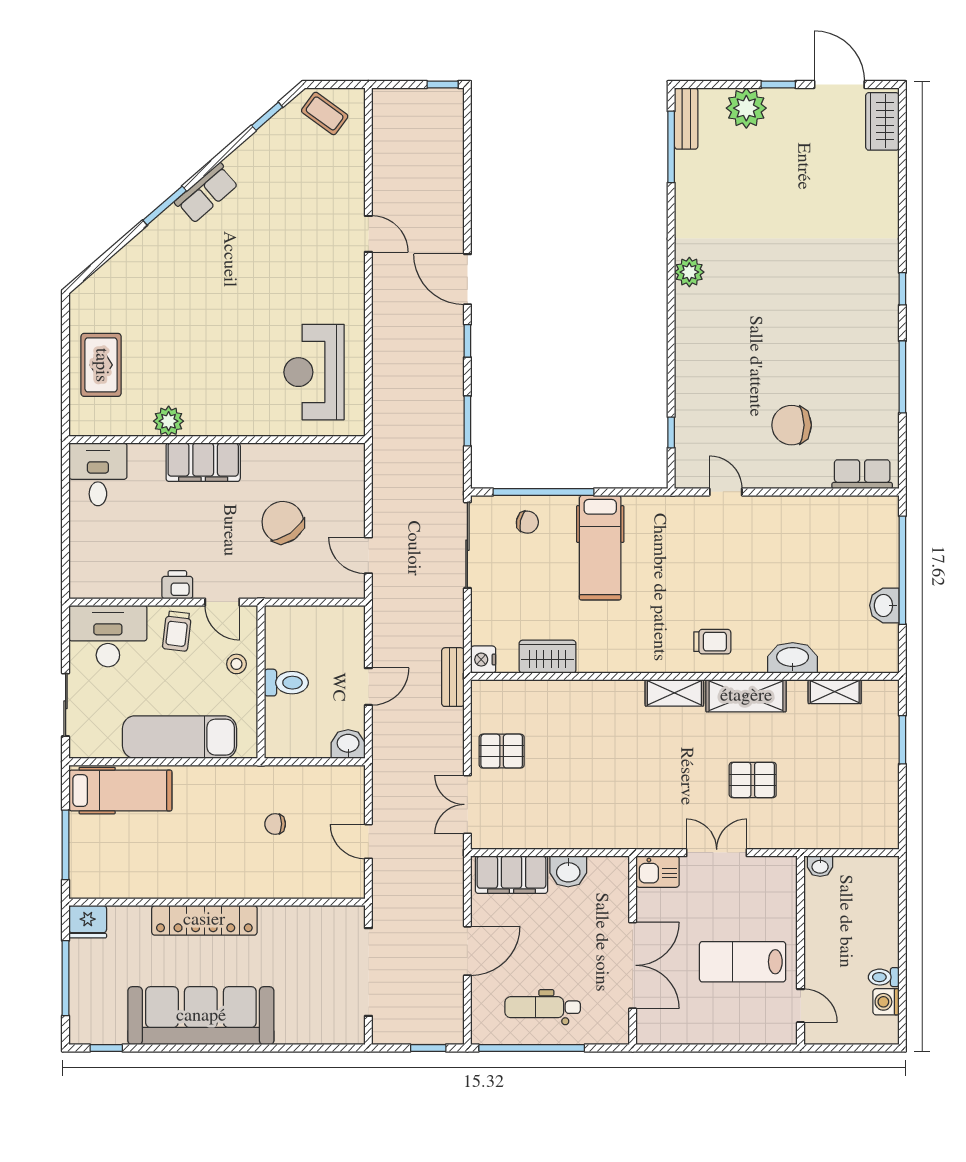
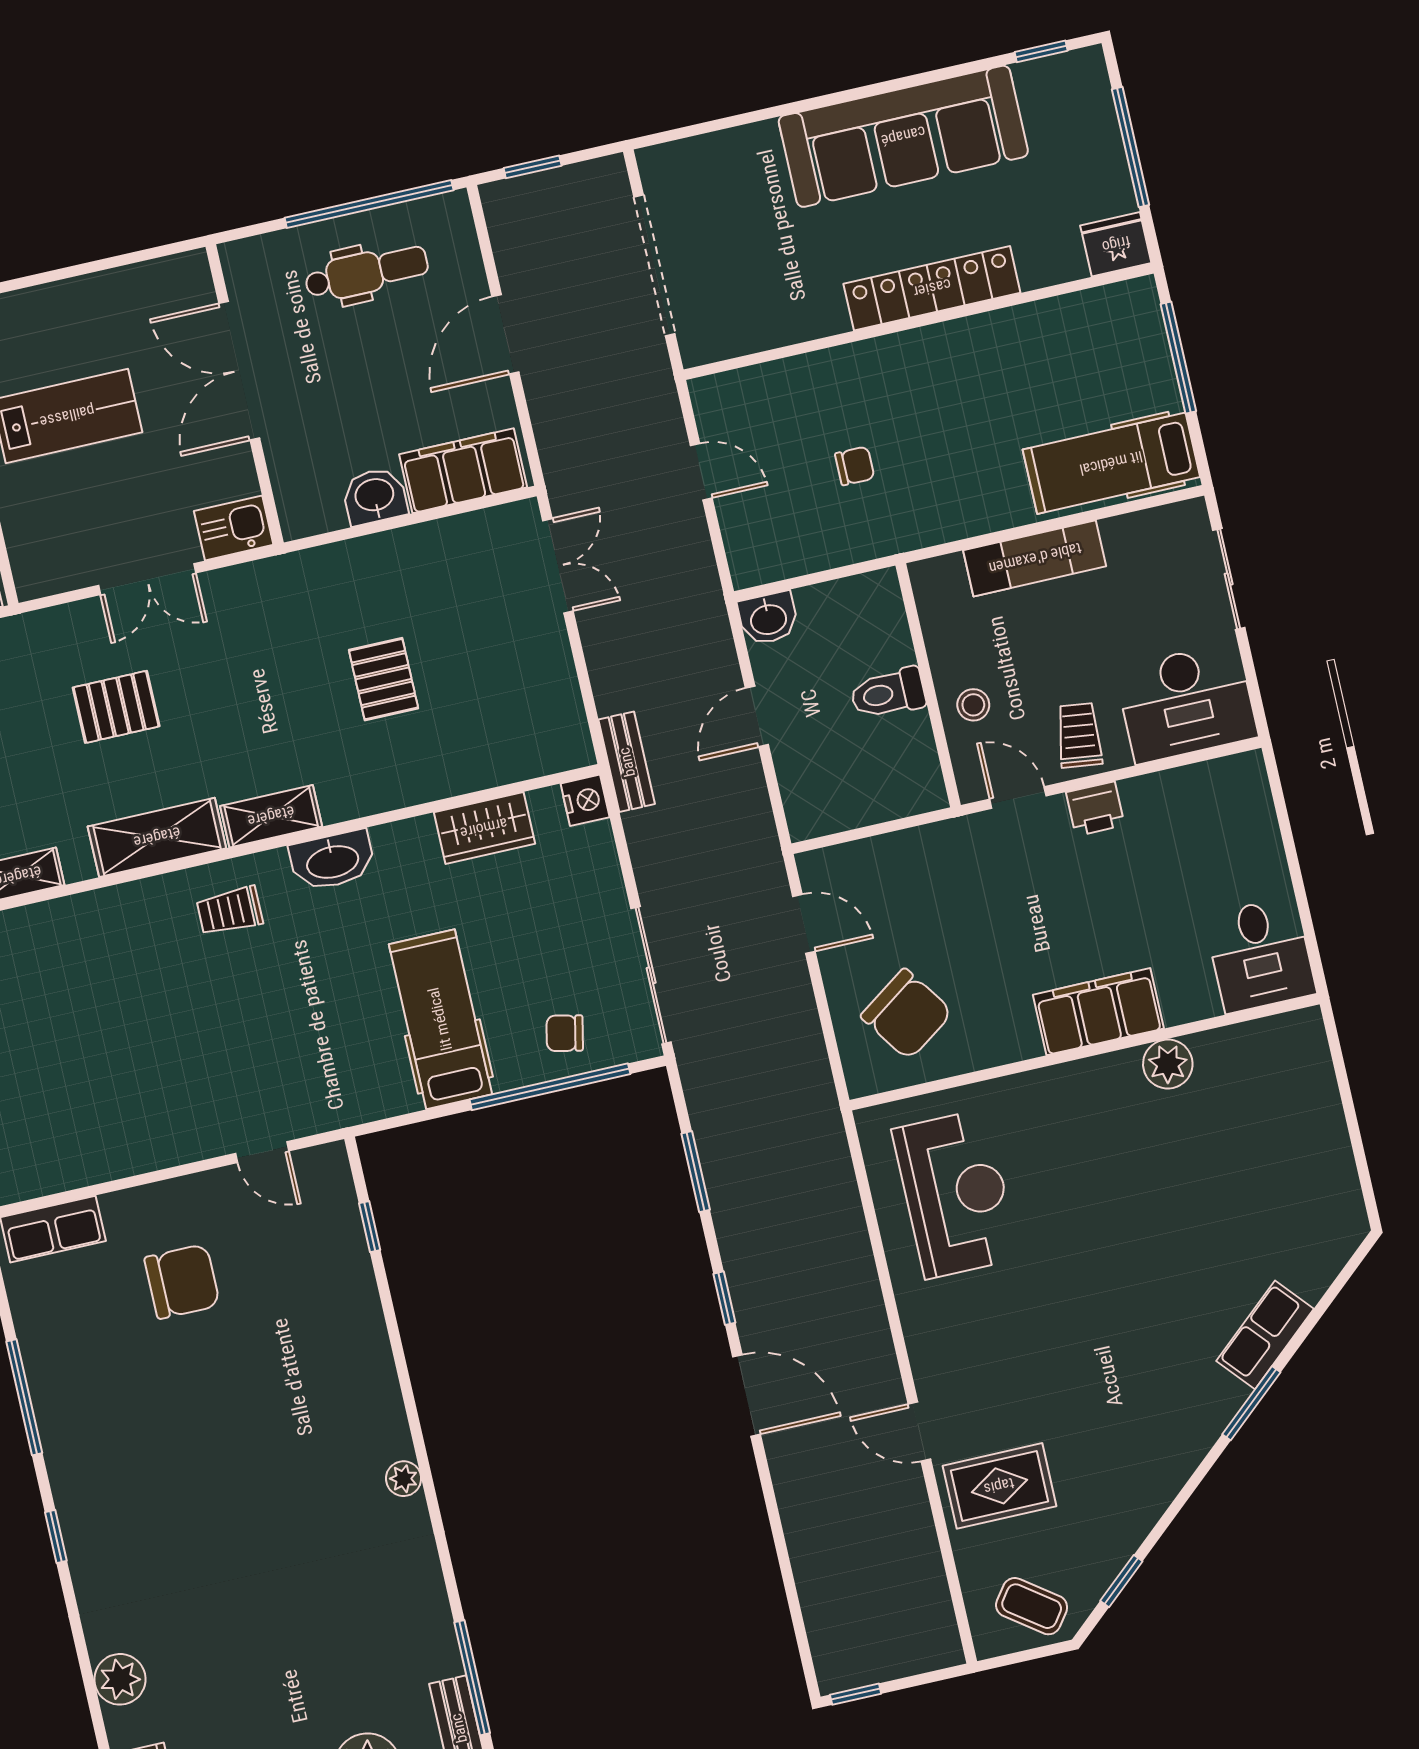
row of seats: (206, 193) -> (1265, 1335), moved
plant: (883, 194) -> (120, 1679), added
plant: (689, 272) -> (404, 1479), width x0.73, depth x0.73
rug: (101, 365) -> (999, 1486), moved, turned 90
chair: (283, 522) -> (907, 1014), moved
washbasin: (793, 658) -> (332, 861), moved
exam couch: (180, 737) -> (1035, 558), width x0.73, depth x0.69
pallet: (502, 751) -> (384, 679), moved, turned 90

